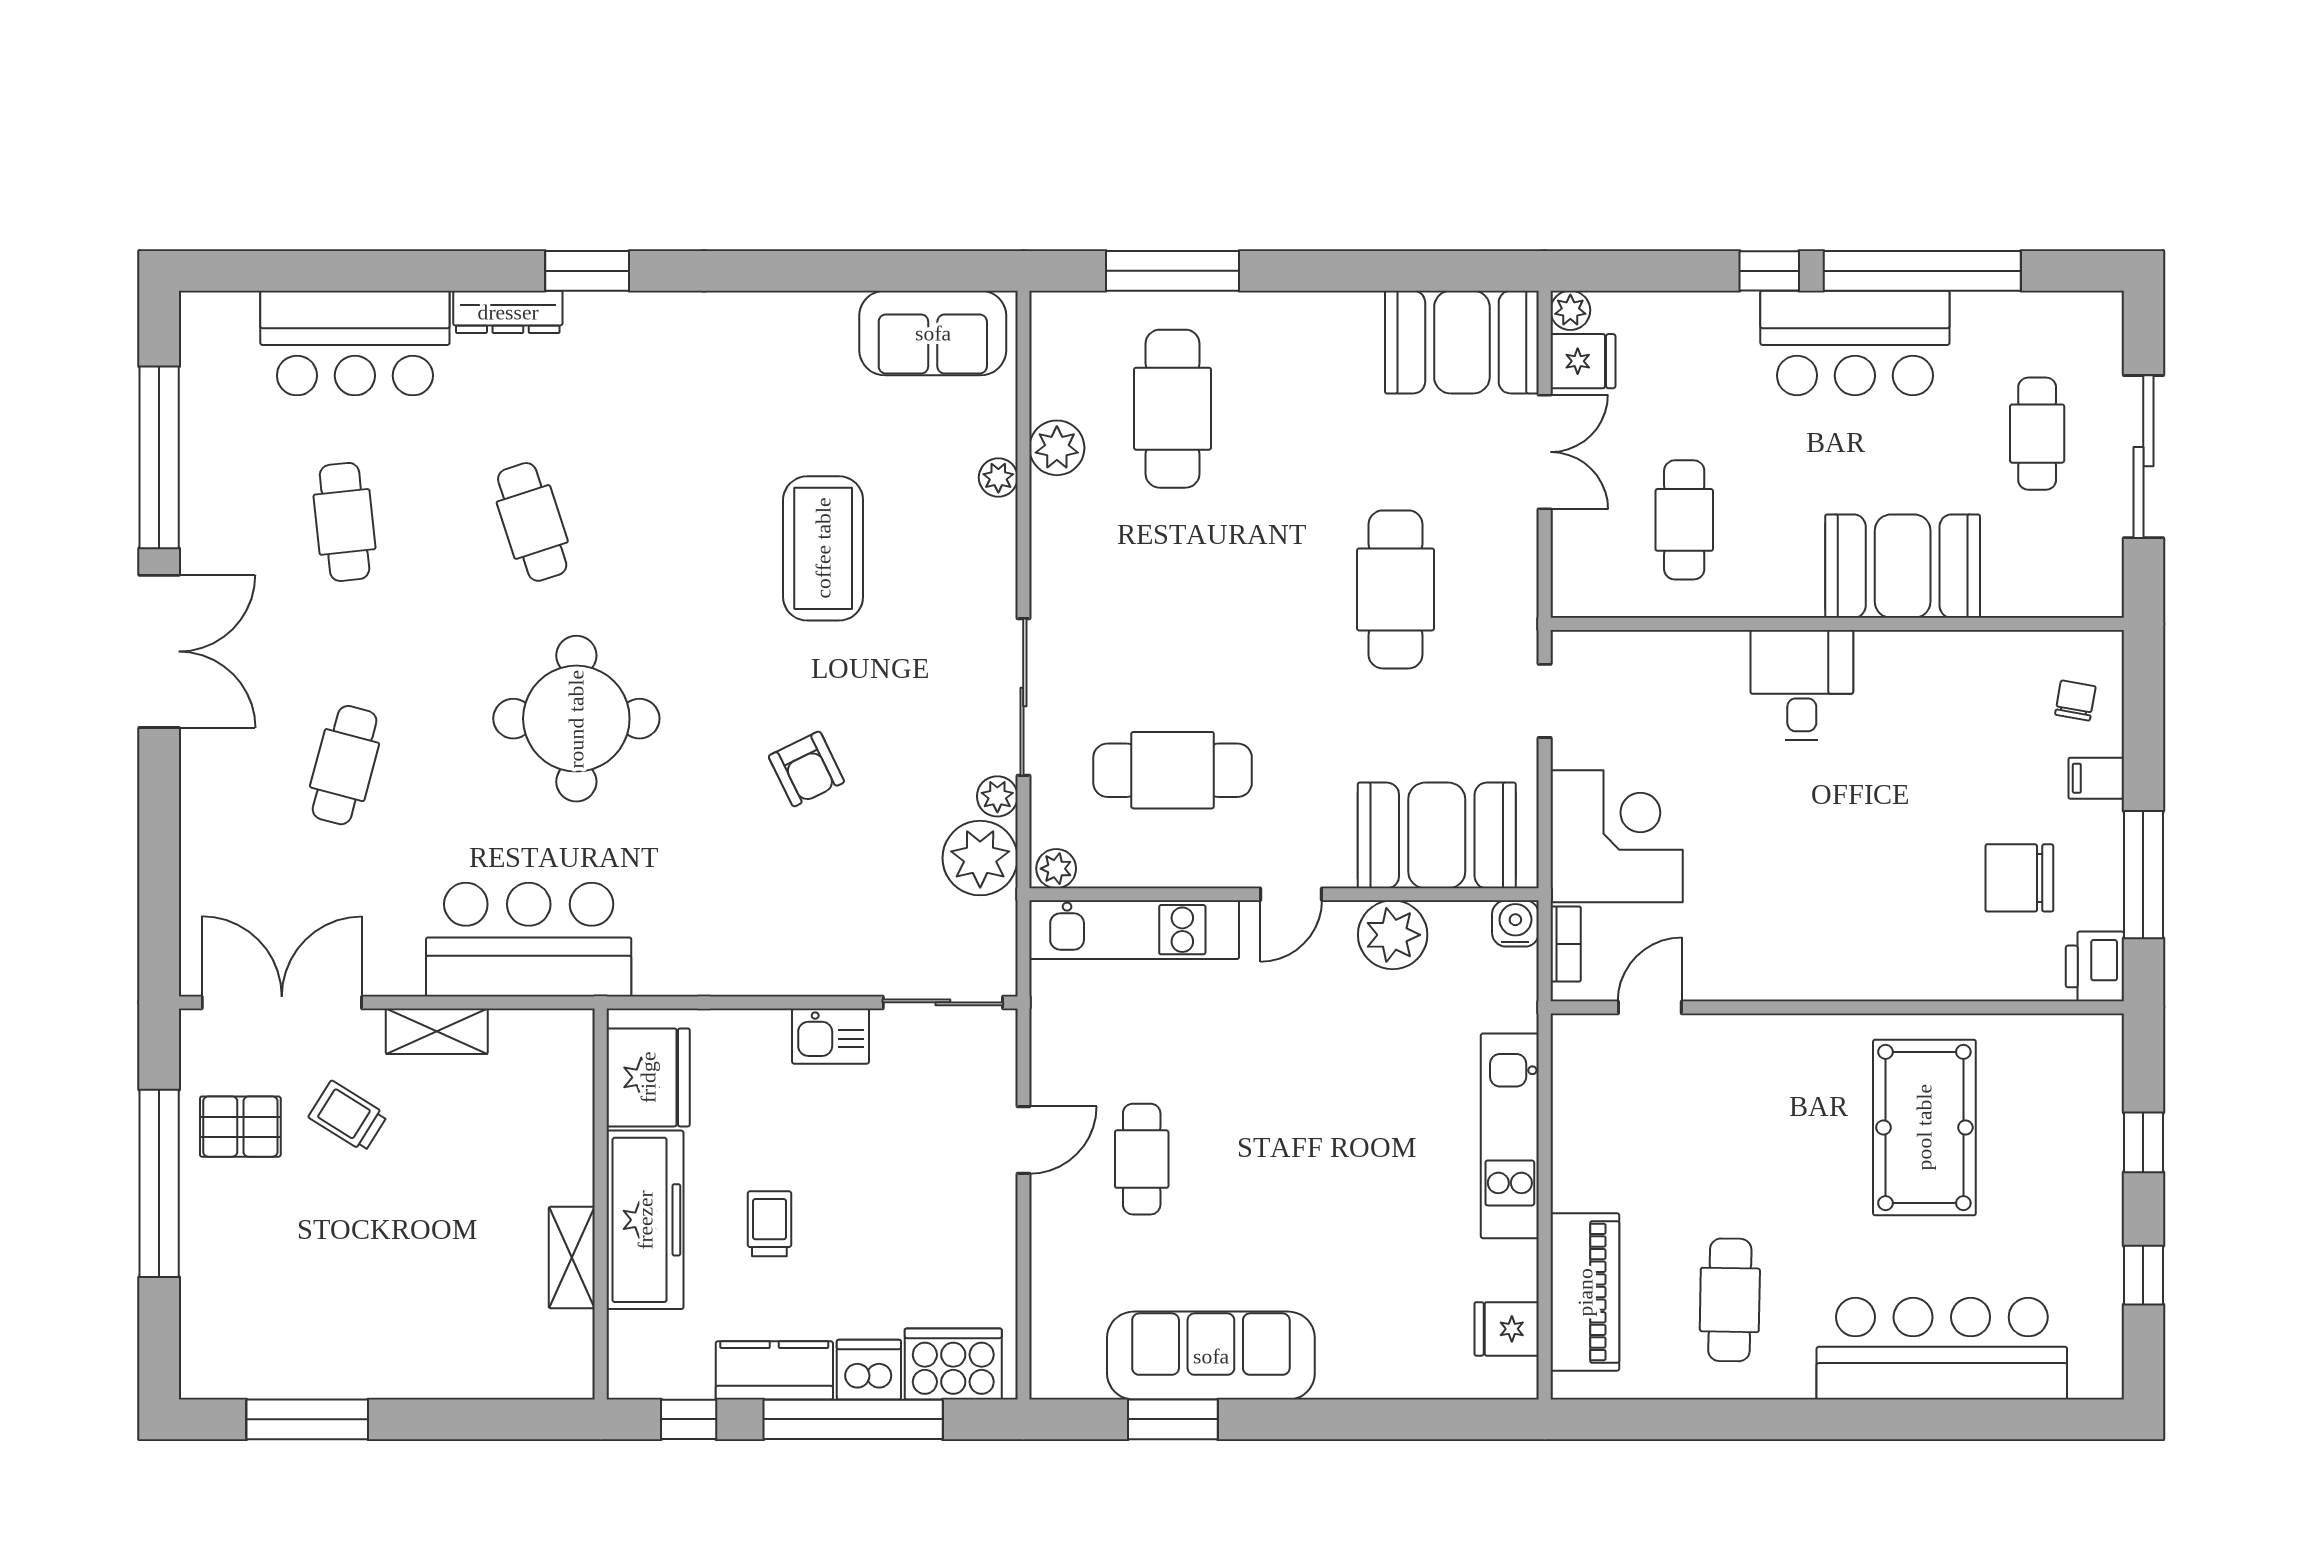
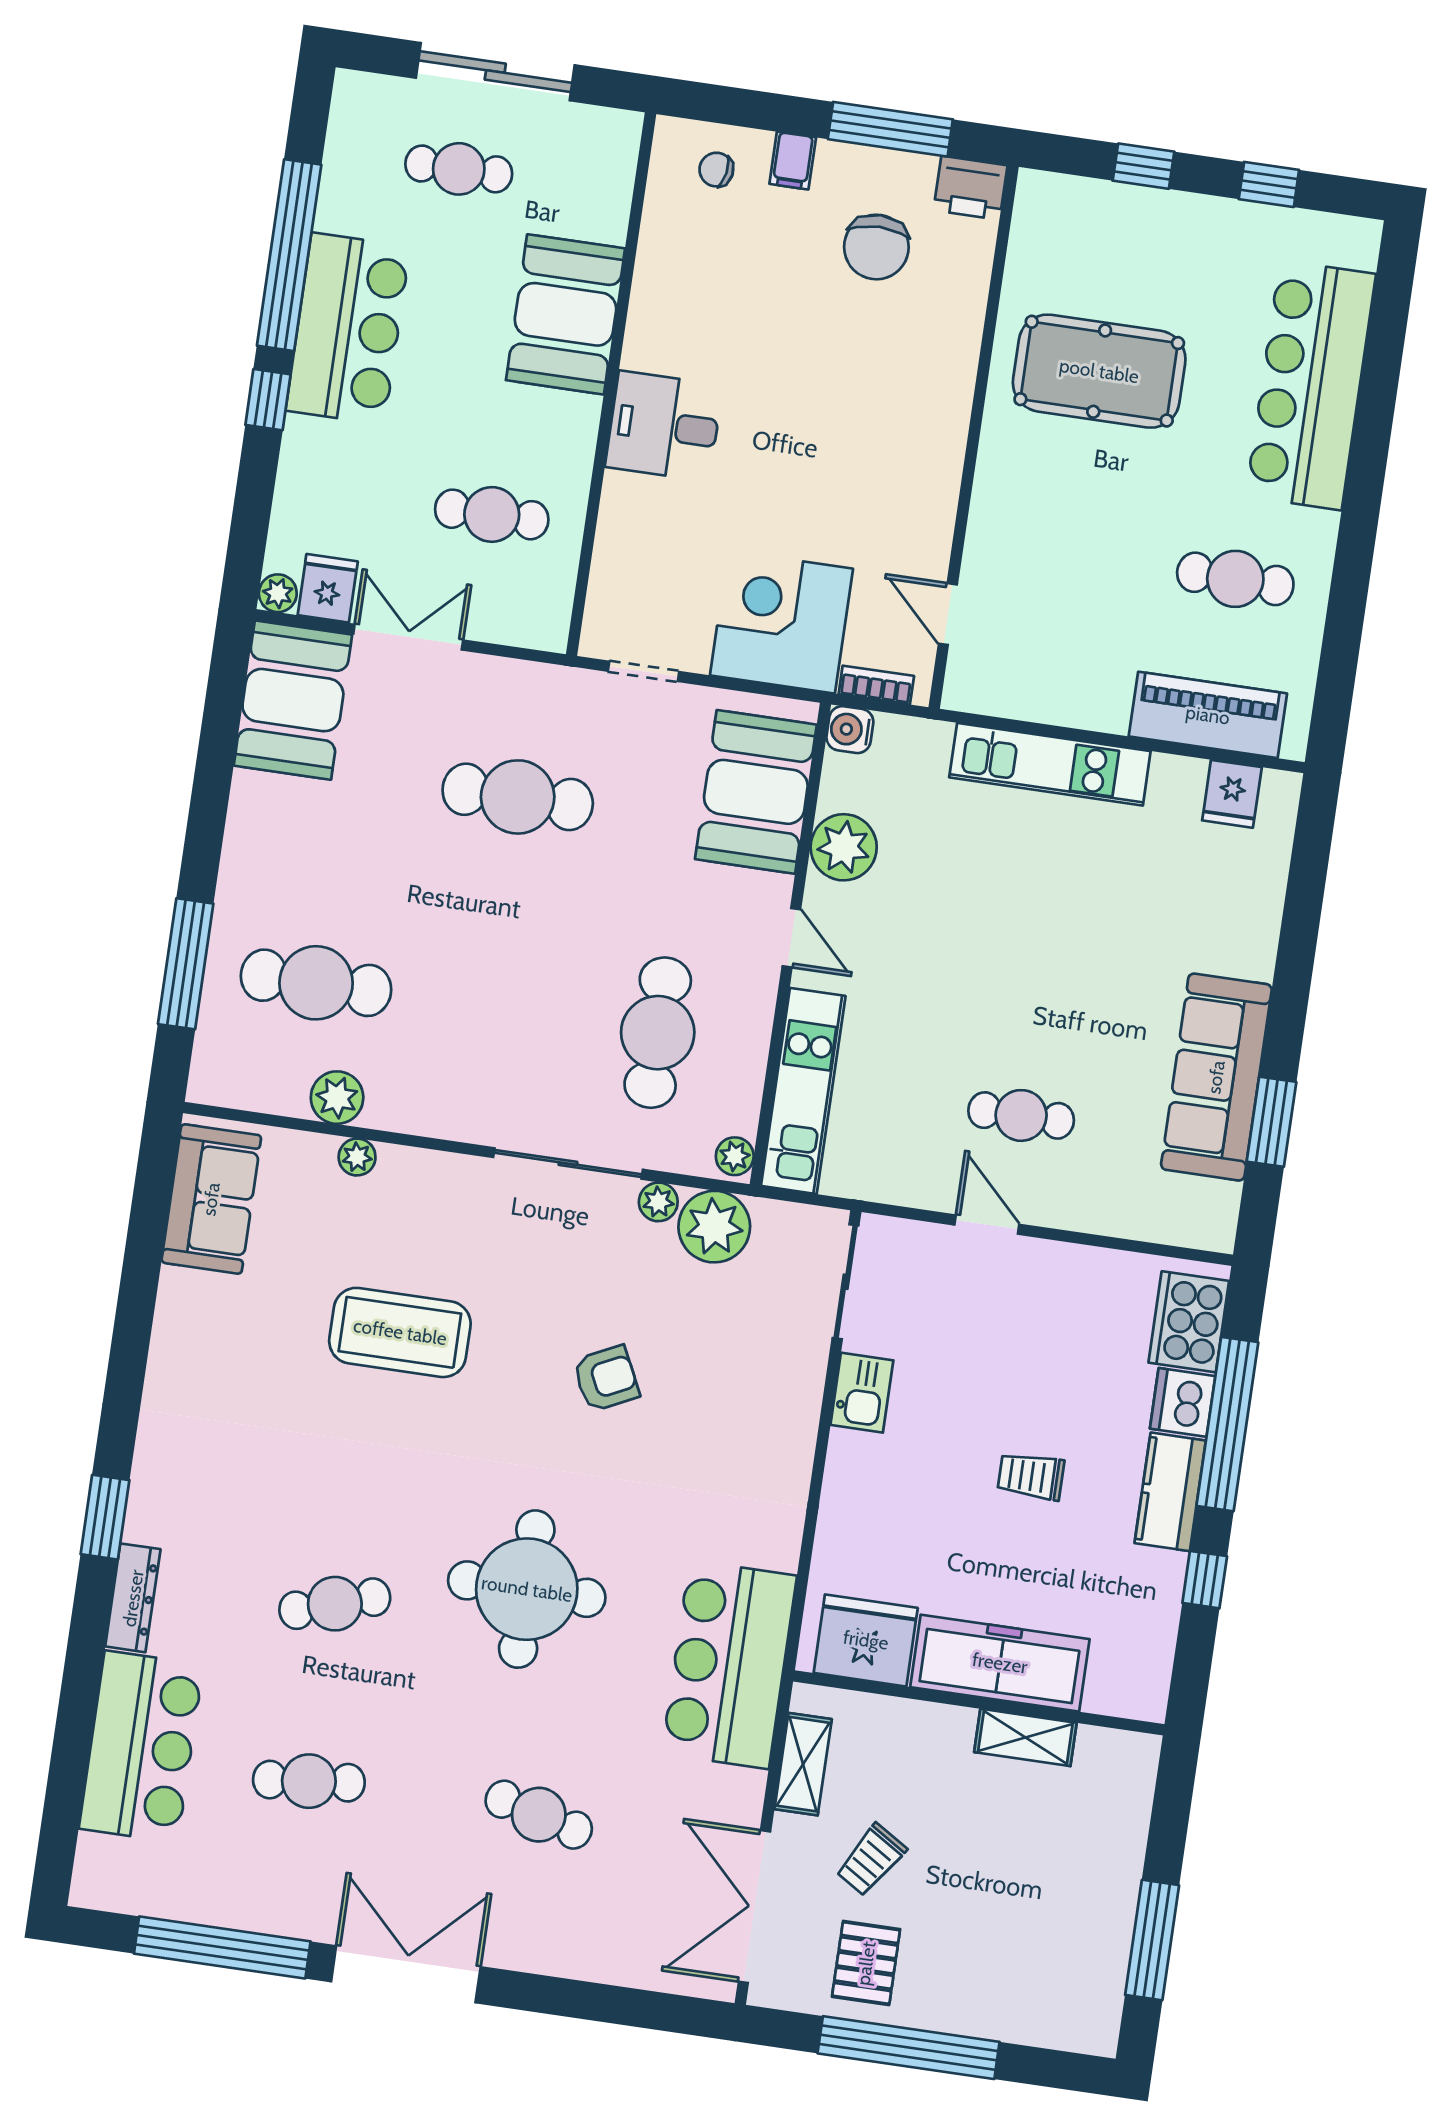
fridge: (648, 1077) -> (866, 1640), moved
wall: (601, 1204) -> (979, 1703), moved
freezer: (645, 1220) -> (1000, 1663), moved
shelving: (572, 1258) -> (1025, 1737), moved

